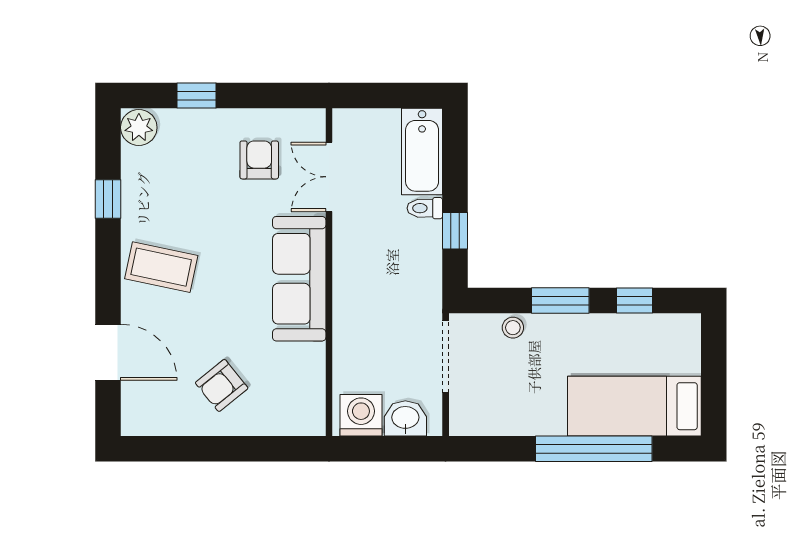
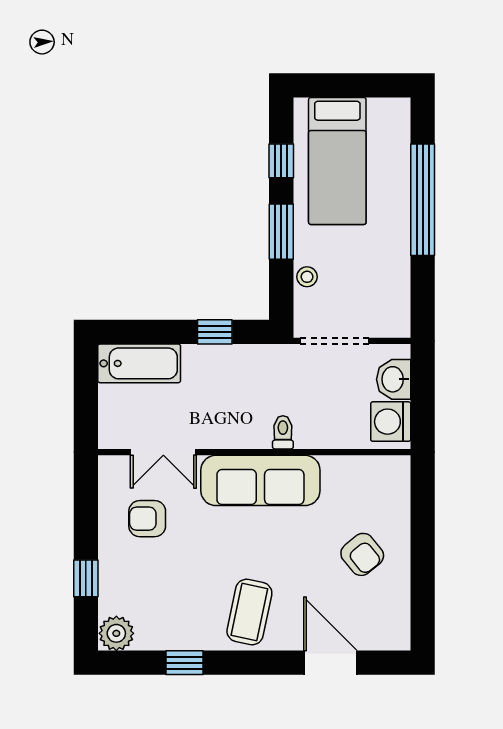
toilet: (425, 208) -> (283, 432), moved, turned 180
door: (108, 352) -> (330, 663), hinge flipped
bed: (634, 406) -> (337, 161), moved

